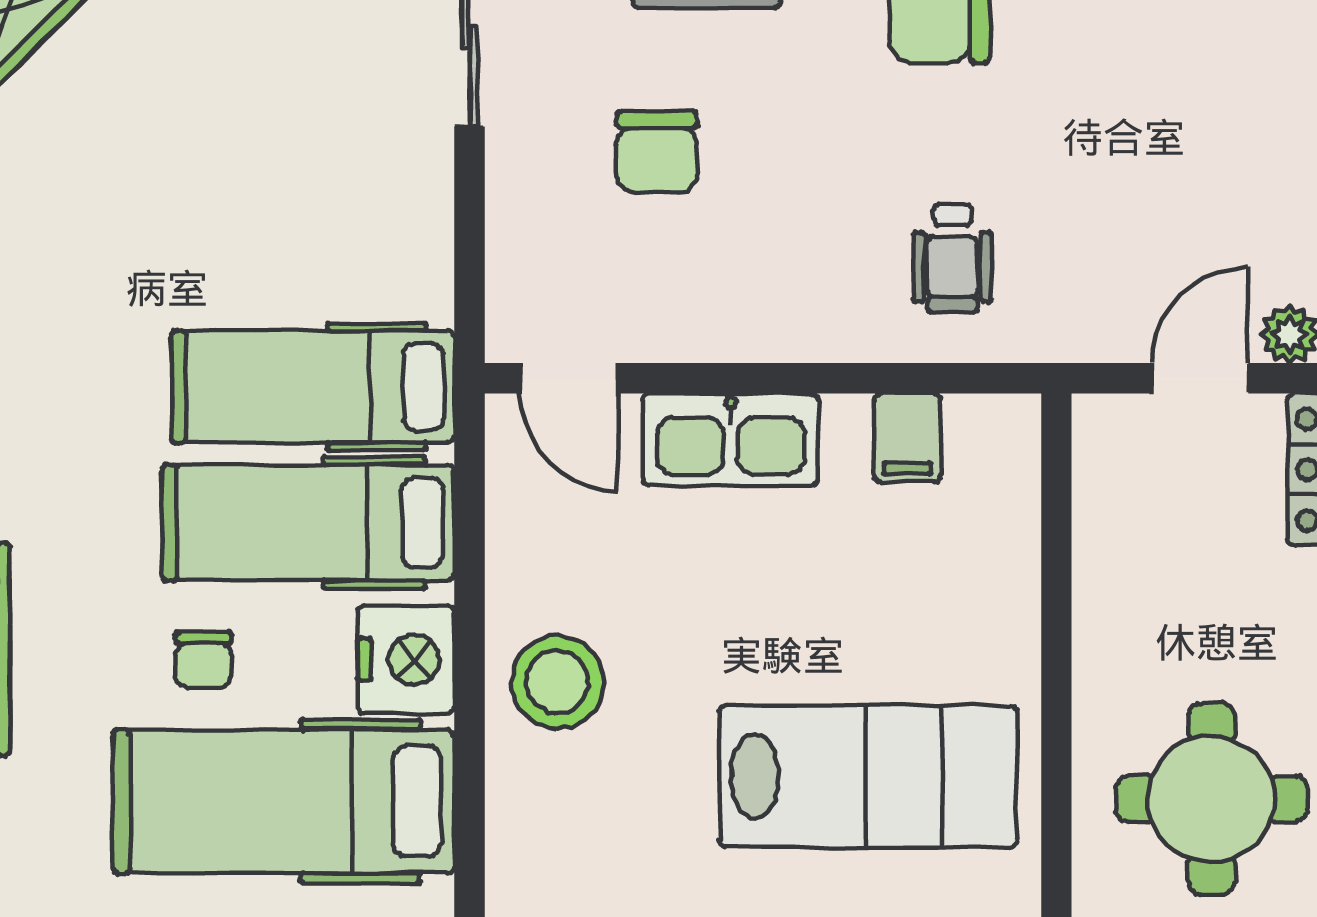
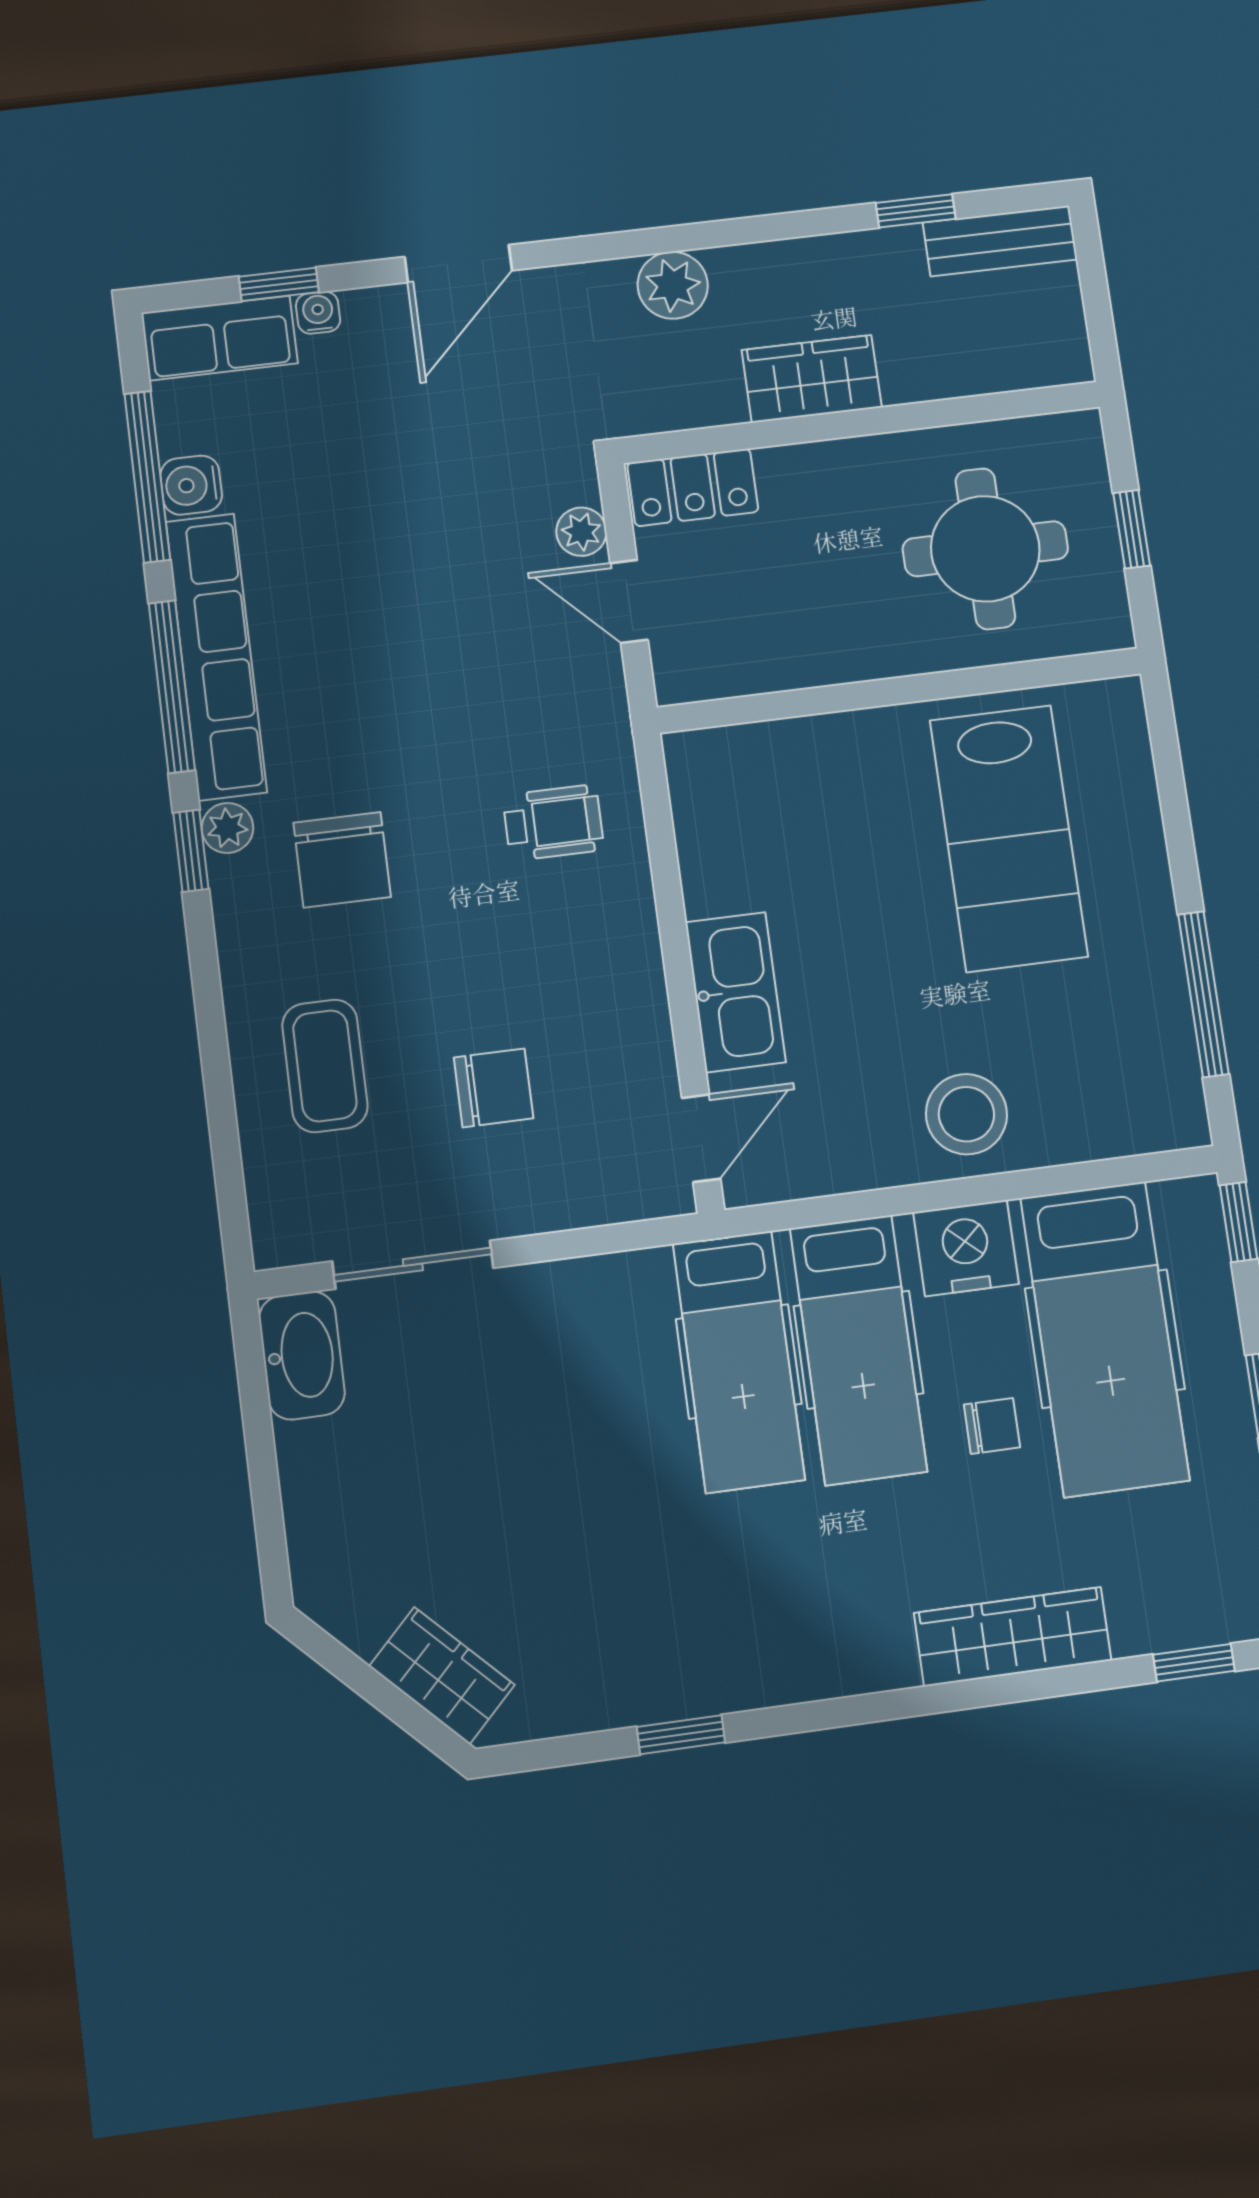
filing cabinet: (907, 438) -> (713, 841), removed
lab bench: (868, 776) -> (1009, 838), turned 180

